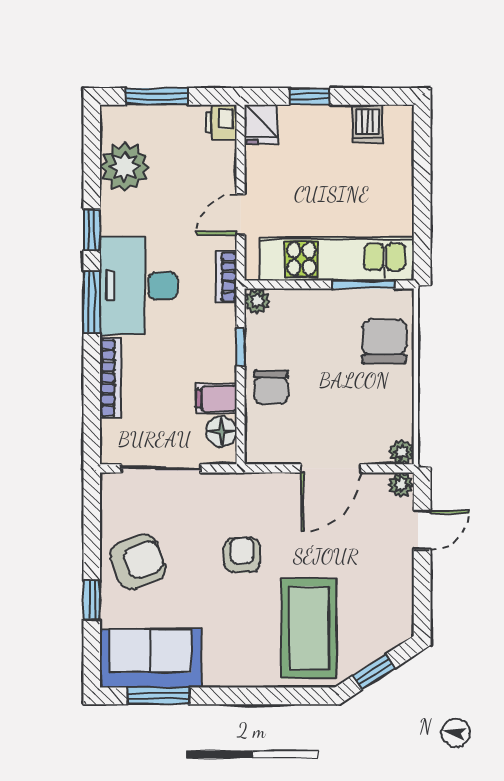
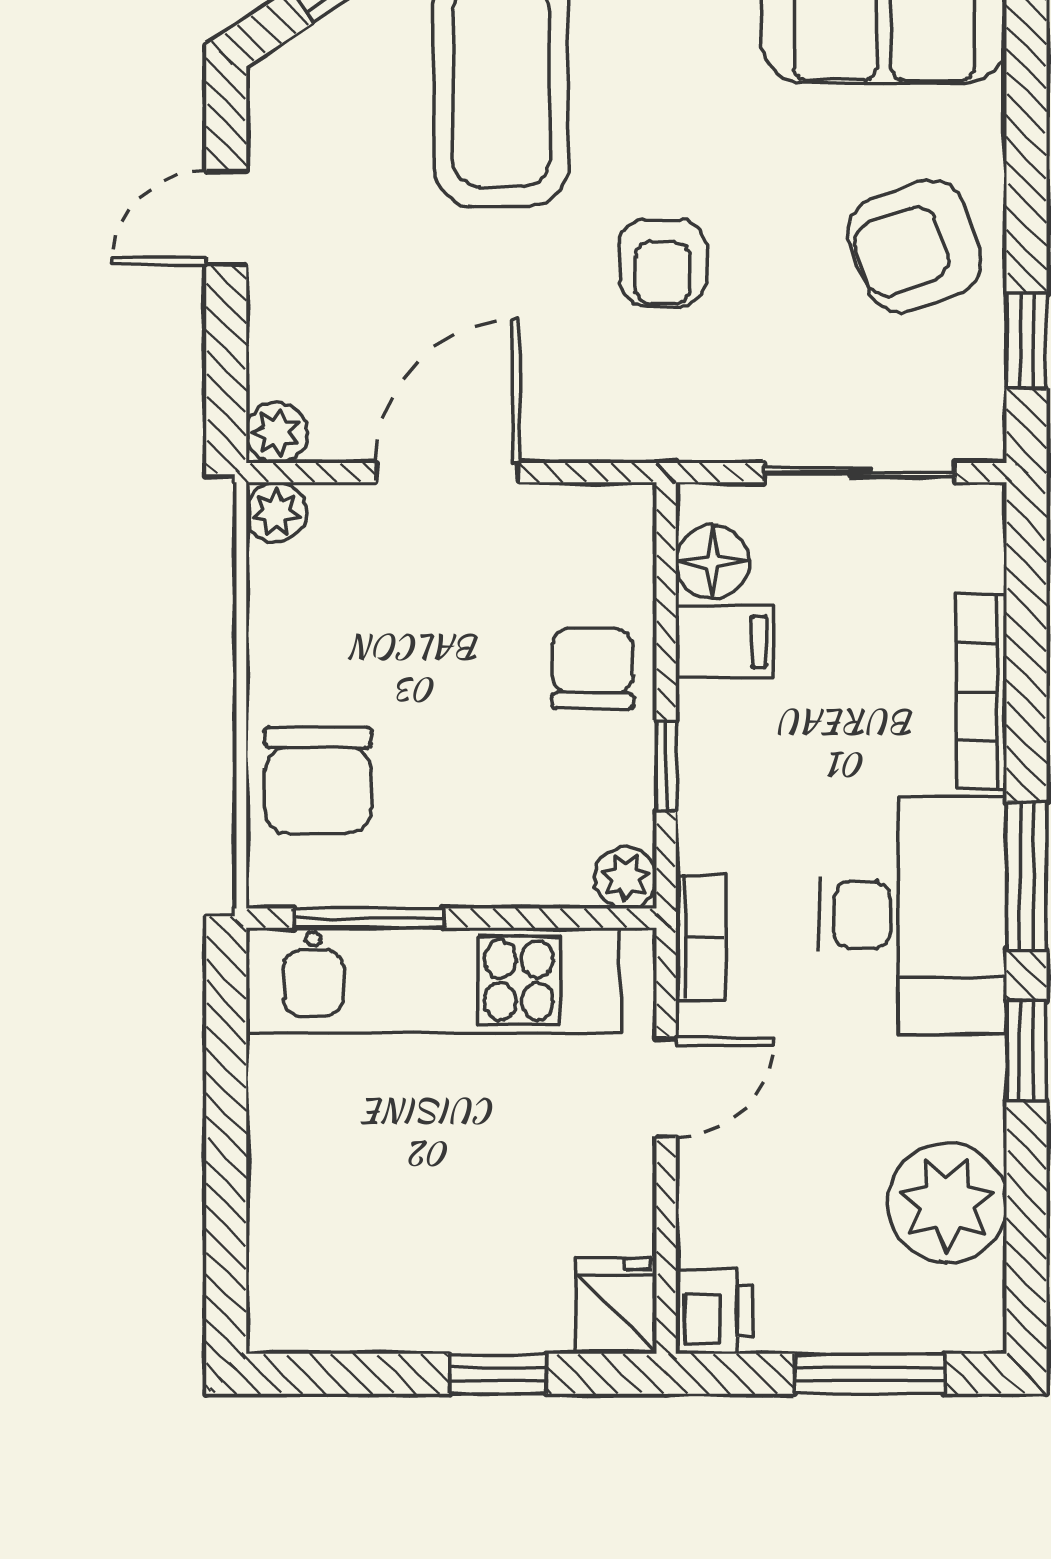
dishwasher: (368, 124) -> (358, 1307), removed
door: (422, 530) -> (226, 218), moved
window: (92, 600) -> (1026, 341), moved

